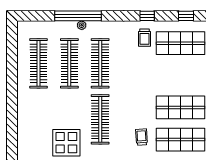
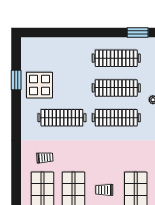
trolley: (145, 38) -> (104, 190), moved
window: (12, 41) -> (138, 32), added

